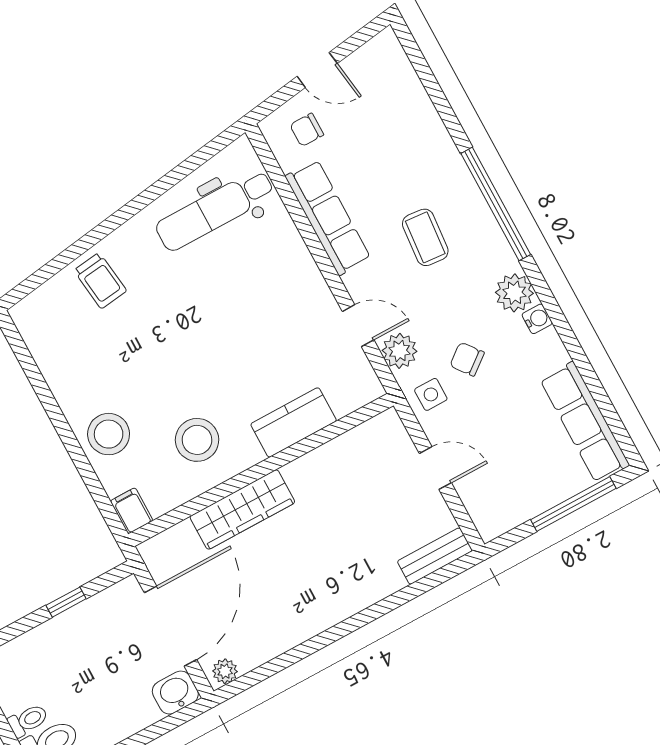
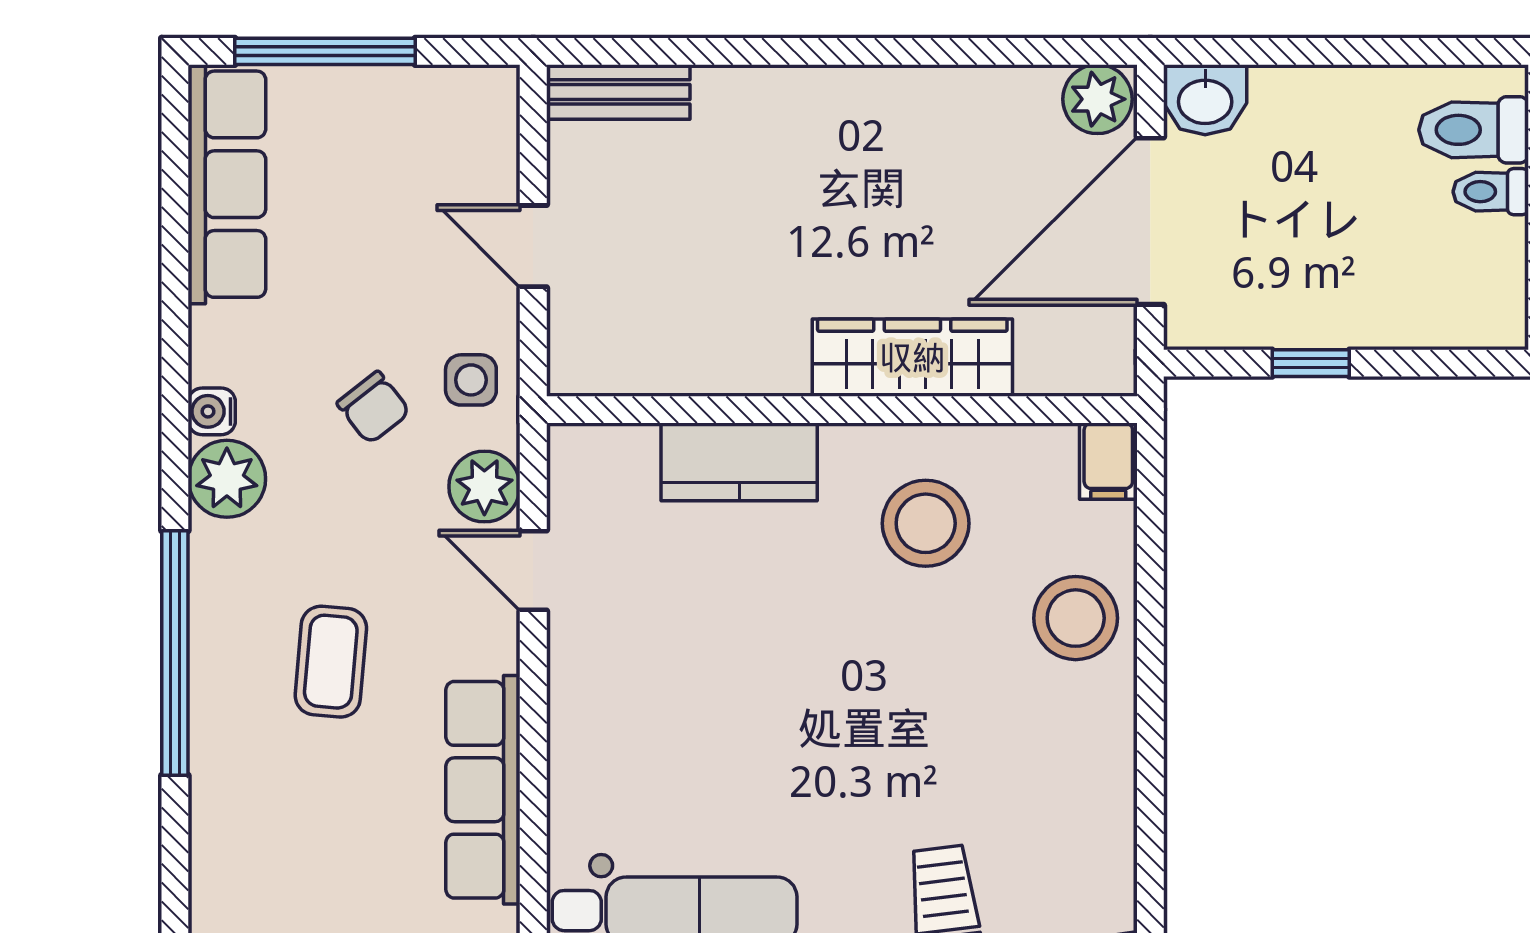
plant: (225, 671) -> (1097, 99), width x1.38, depth x1.38

